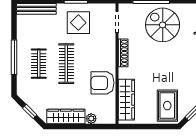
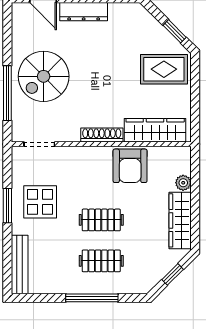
shoe rack: (123, 53) -> (102, 135), moved
clothes rail: (66, 64) -> (101, 220), width x0.73

